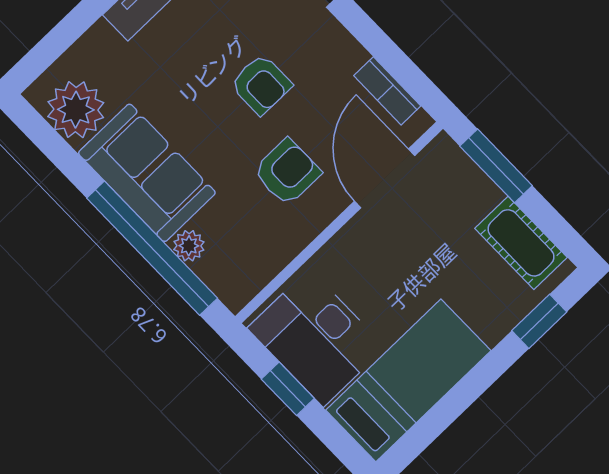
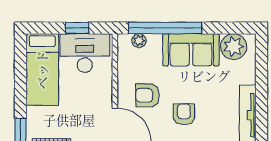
armchair: (261, 84) -> (184, 114), turned 90
armchair: (287, 172) -> (147, 95), turned 90
plant: (189, 246) -> (139, 41), moved

